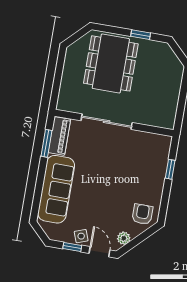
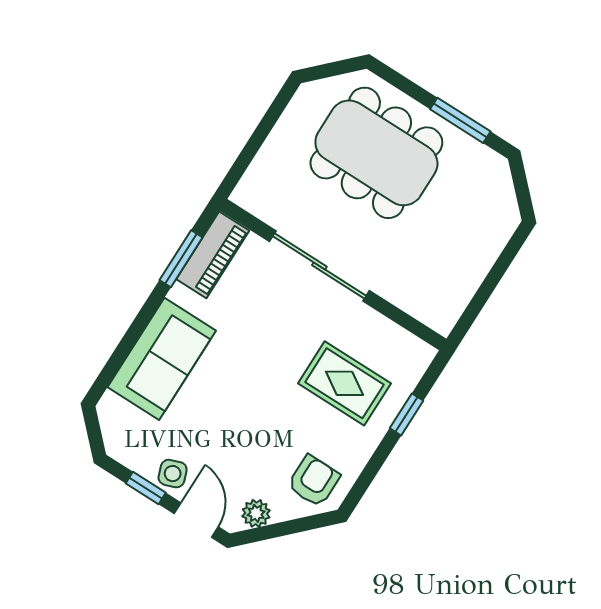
window: (141, 35) -> (460, 120), width x1.50
dining table: (111, 63) -> (376, 153), turned 90
rug: (138, 167) -> (344, 383), added
sofa: (56, 189) -> (162, 359), width x0.73

